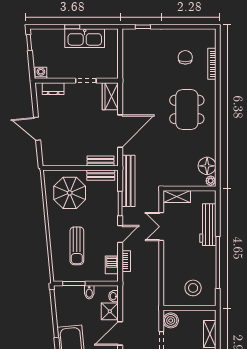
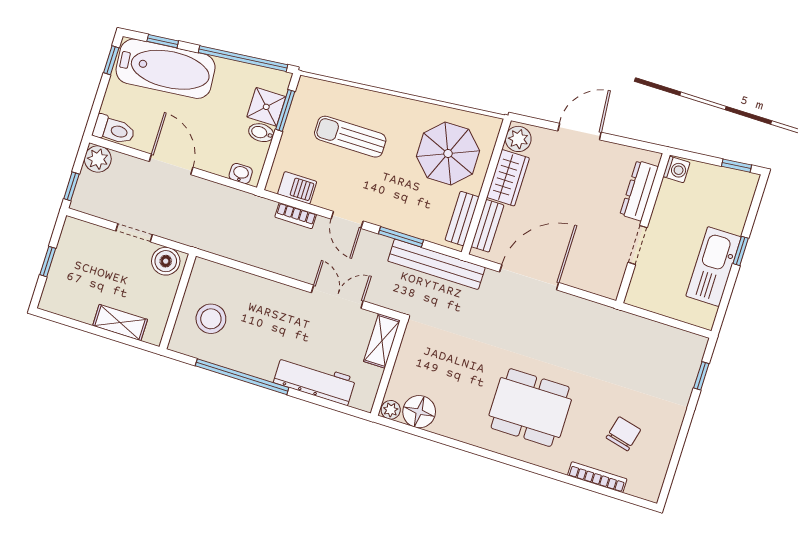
chair: (185, 57) -> (623, 434), turned -76
dresser: (53, 89) -> (639, 191), width x1.44
wardrobe: (110, 96) -> (508, 178), moved, turned 90
door: (120, 131) -> (529, 277), swing flipped
plant: (51, 159) -> (518, 139), added
shower: (110, 311) -> (266, 107), moved

